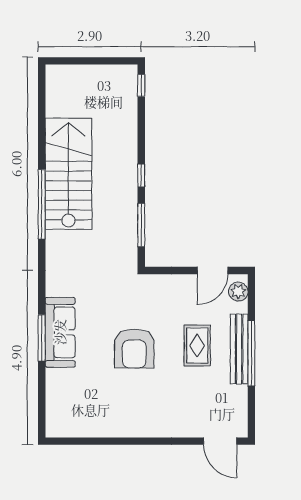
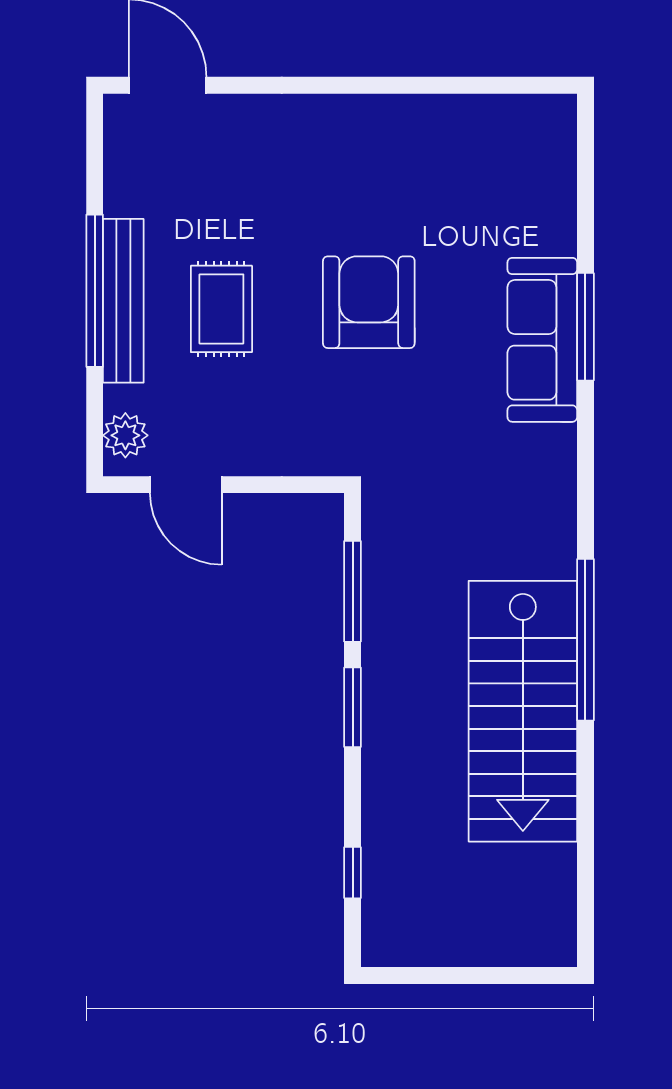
window: (141, 85) -> (353, 873), moved
window: (141, 175) -> (353, 707), width x1.50
door: (212, 270) -> (186, 485), swing flipped

